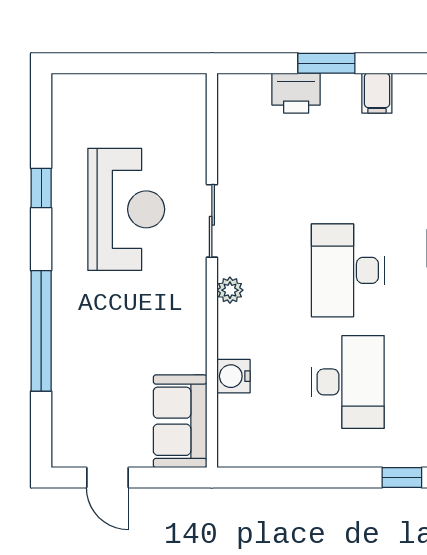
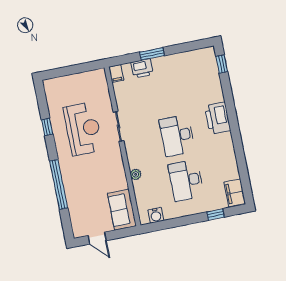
filing cabinet: (377, 93) -> (116, 74), moved
plant: (230, 290) -> (136, 174), moved
water cooler: (233, 376) -> (156, 215), moved, turned -90
desk: (348, 382) -> (186, 180), turned 180

